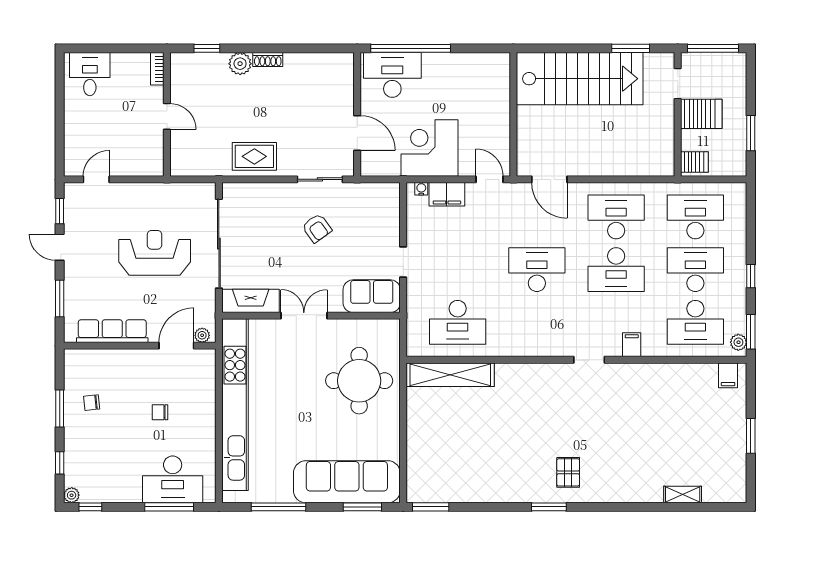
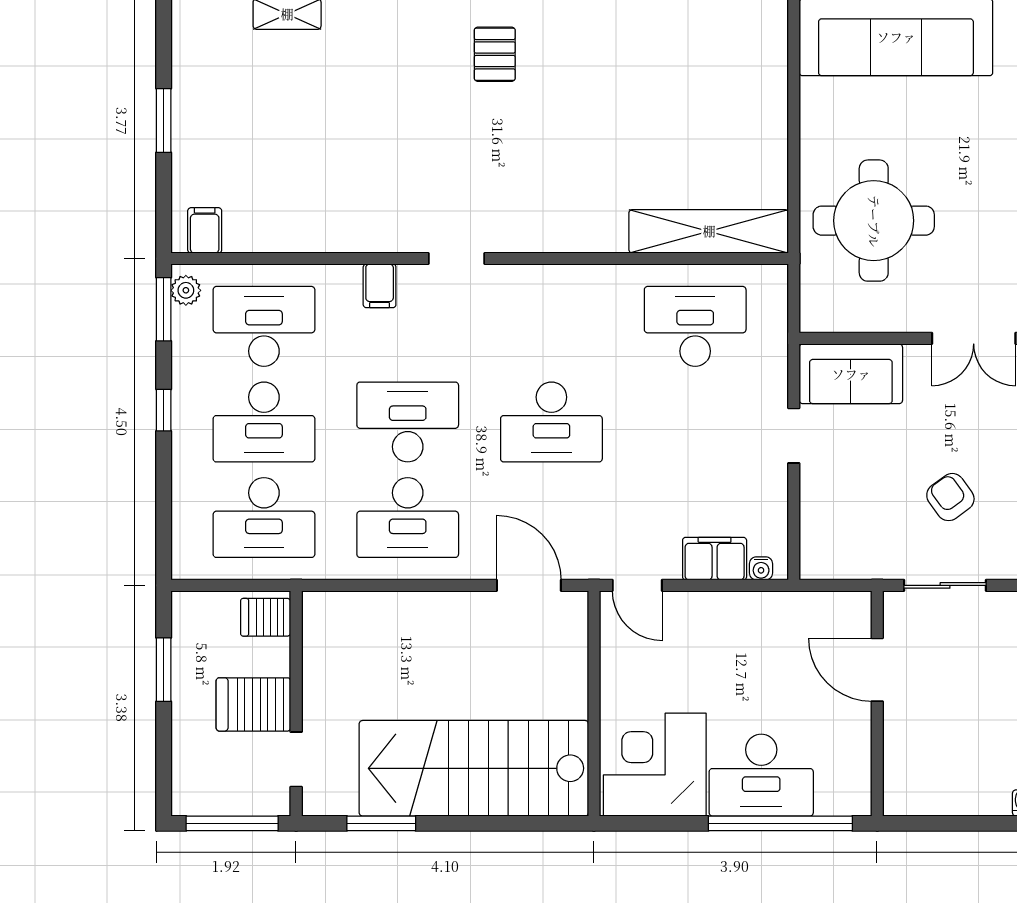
desk: (392, 75) -> (761, 775), moved
corner desk: (429, 148) -> (655, 765), moved, turned 180

